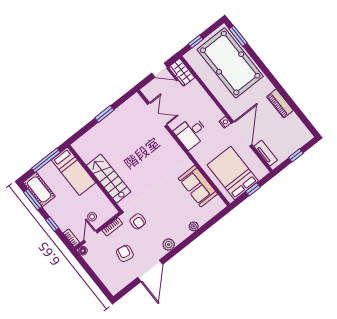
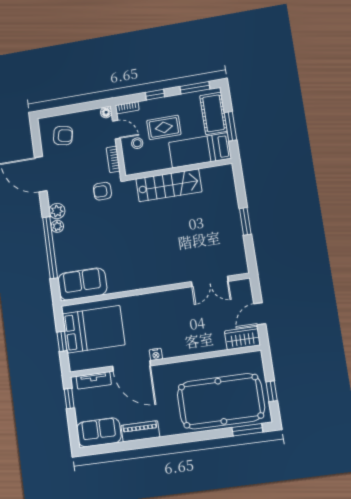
window: (196, 42) -> (272, 391), moved
sofa: (297, 130) -> (99, 432), added
desk: (191, 133) -> (167, 308), removed
window: (296, 155) -> (69, 398), moved
window: (46, 160) -> (230, 126), width x0.69
sofa: (198, 186) -> (82, 284), moved
cot: (39, 189) -> (213, 113), moved, turned 90
rug: (71, 205) -> (164, 127), added
plant: (194, 226) -> (57, 226), moved
window: (196, 235) -> (50, 248), added
armchair: (125, 253) -> (63, 136), moved

